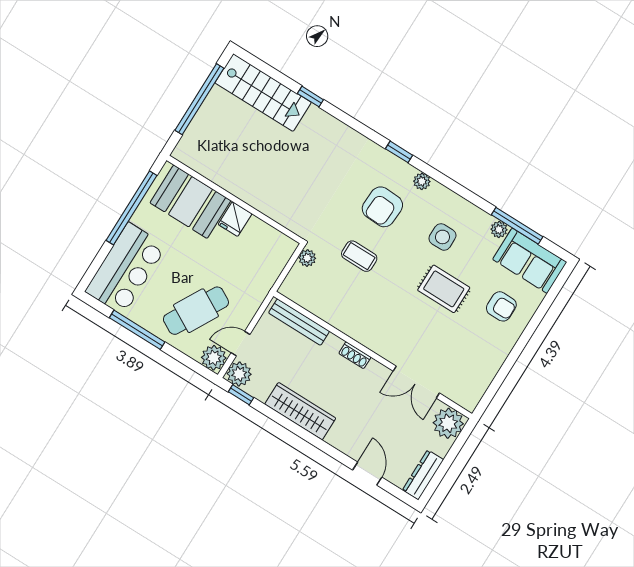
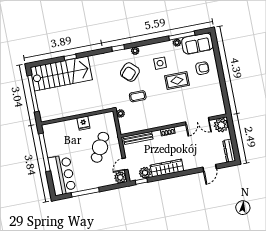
stairs: (263, 93) -> (61, 74), width x1.36, depth x1.51
booth: (190, 202) -> (63, 131), removed
armchair: (382, 207) -> (130, 72), turned 41
cafe table: (196, 311) -> (100, 147), moved
plant: (239, 374) -> (145, 173), moved
door: (367, 474) -> (210, 168), swing flipped

